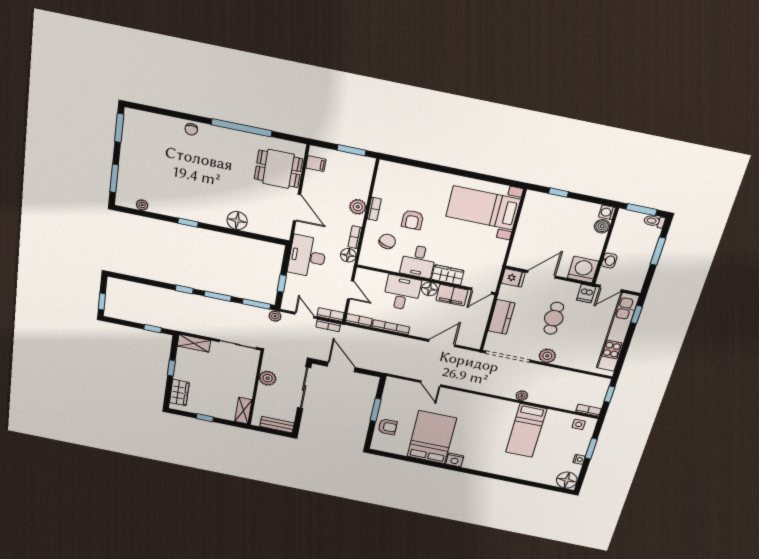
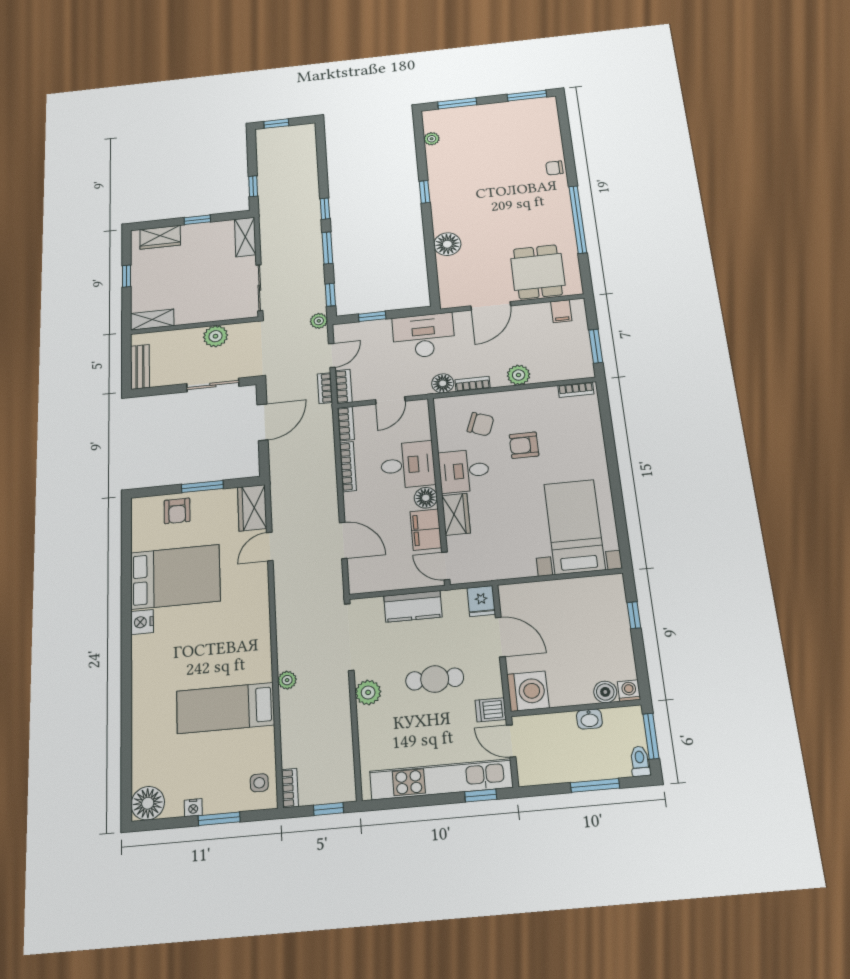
bookcase: (374, 209) -> (576, 390), moved
washbasin: (609, 261) -> (589, 719), moved
window: (256, 304) -> (330, 295), width x0.67
wardrobe: (400, 387) -> (252, 508), added
sliding door: (304, 388) -> (213, 385), width x0.73

